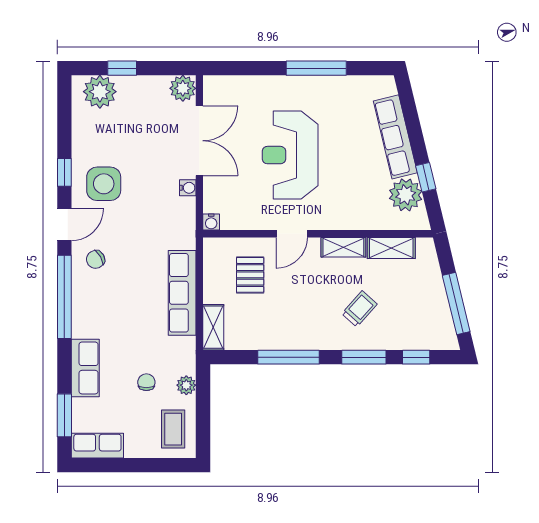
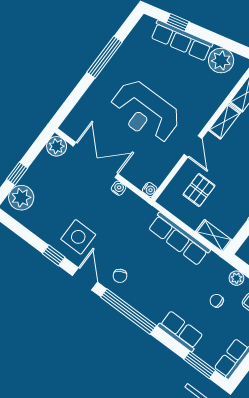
window: (426, 177) -> (178, 22), moved
pallet: (250, 275) -> (199, 190), turned 90

